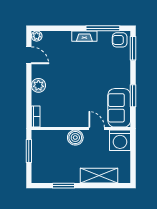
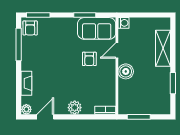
fireplace: (84, 36) -> (26, 83), moved
armchair: (88, 100) -> (89, 59), added
washing machine: (120, 140) -> (124, 23), width x0.53, depth x0.53

